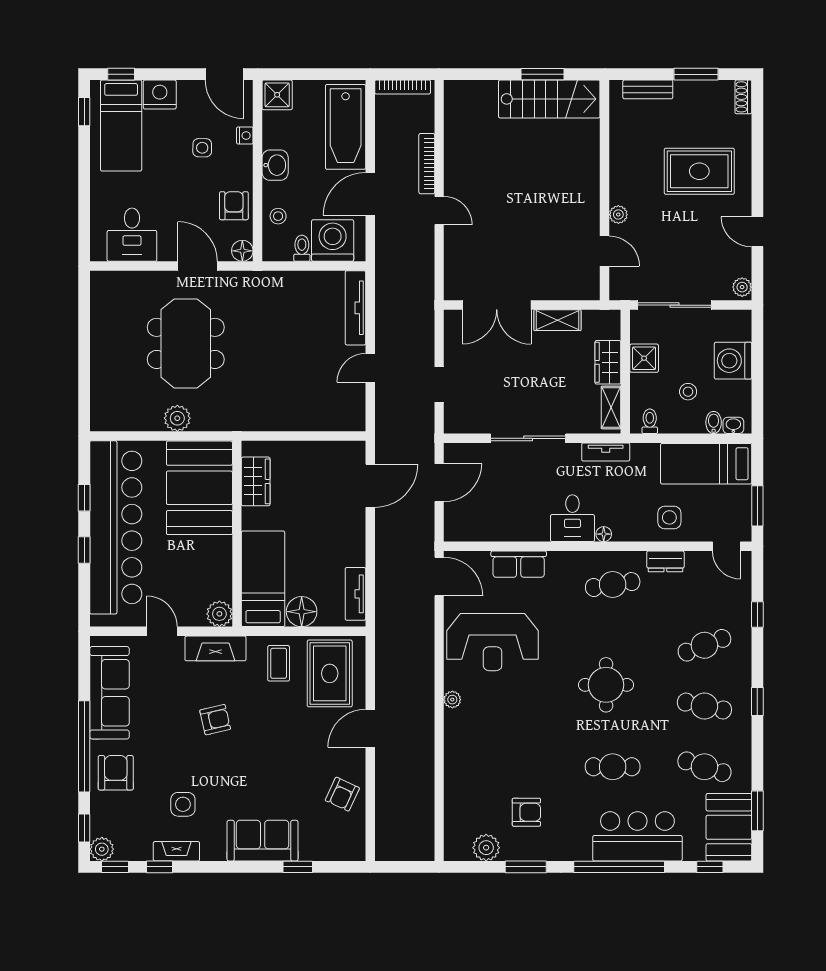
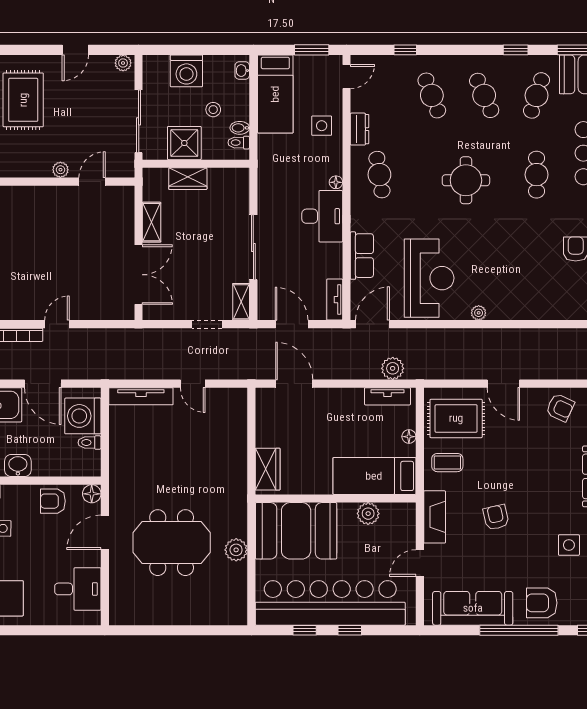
stool: (278, 216) -> (62, 463), removed
shower: (644, 358) -> (184, 143), width x1.36, depth x1.36
shelving: (611, 407) -> (241, 302), moved, turned 90
bidet: (714, 422) -> (240, 128), moved
tv unit: (606, 452) -> (335, 300), moved, turned 180
wardrobe: (256, 481) -> (268, 469), moved, turned 90
desk: (572, 518) -> (322, 216), width x1.37
plant: (388, 600) -> (393, 368), added
floor lamp: (302, 612) -> (409, 437), width x0.53, depth x0.53
plant: (219, 614) -> (368, 514), moved
window: (757, 701) -> (516, 50), moved
cafe table: (704, 706) -> (484, 95), turned -36

